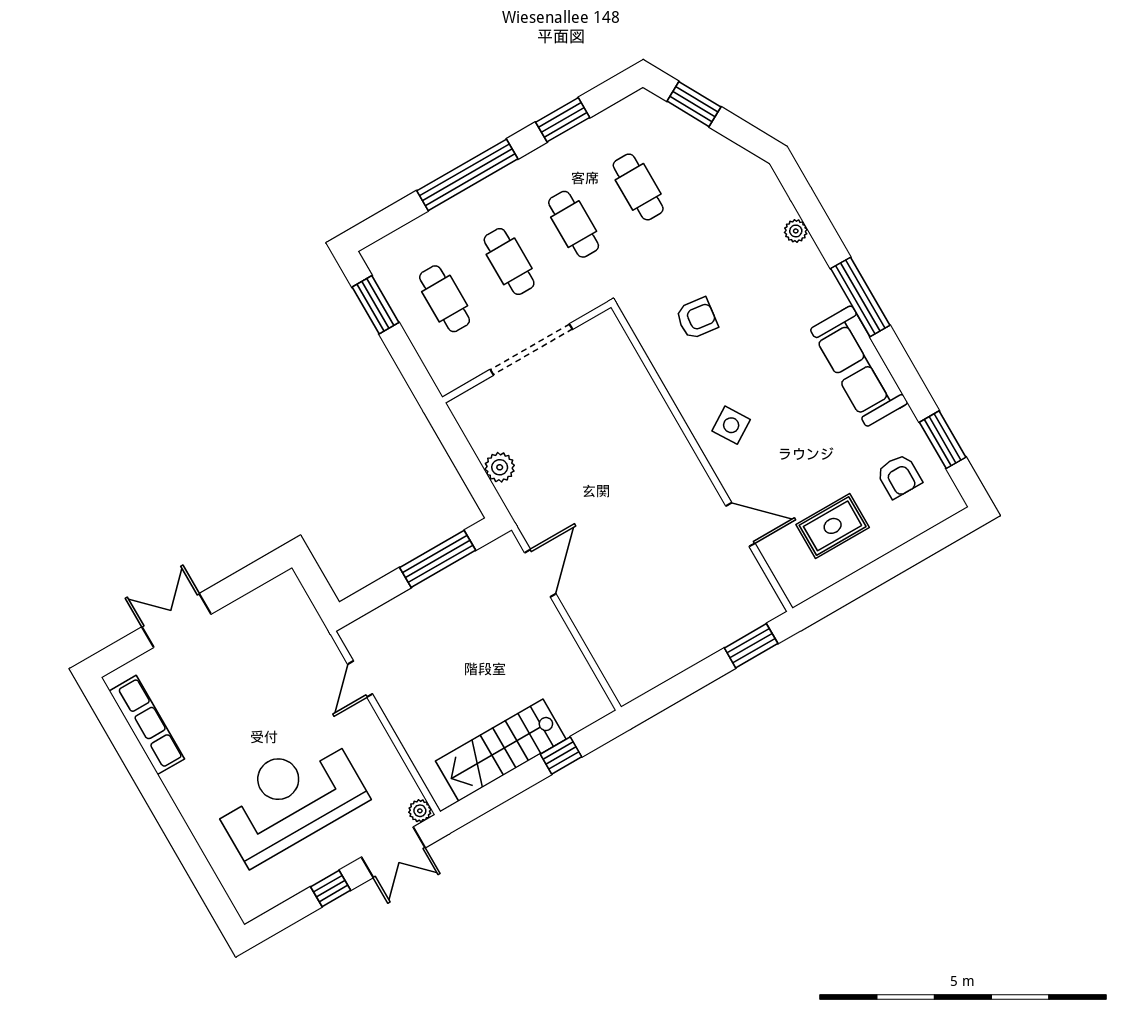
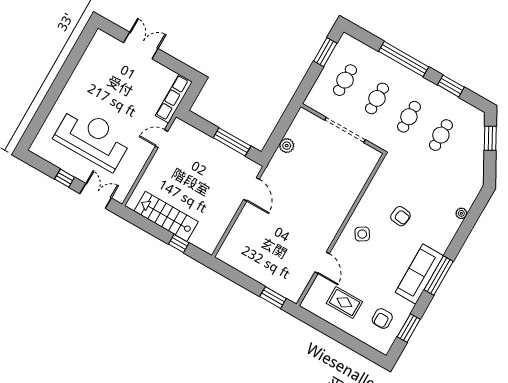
window: (860, 297) -> (439, 276), moved
armchair: (697, 318) -> (400, 216), moved
door: (540, 573) -> (252, 189), hinge flipped
row of seats: (147, 725) -> (174, 99), moved, turned 180
plant: (420, 811) -> (120, 197), removed
double door: (393, 852) -> (96, 196), swing flipped

